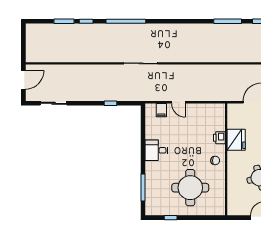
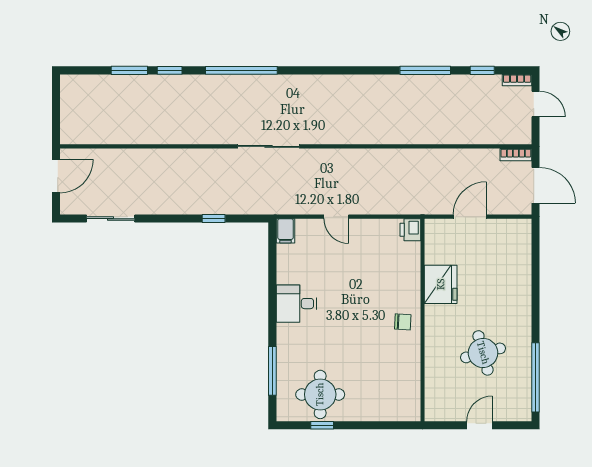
filing cabinet: (161, 110) -> (285, 231), moved
printer: (219, 138) -> (410, 230), moved
round table: (190, 188) -> (320, 394), moved, width x0.73, depth x0.73

